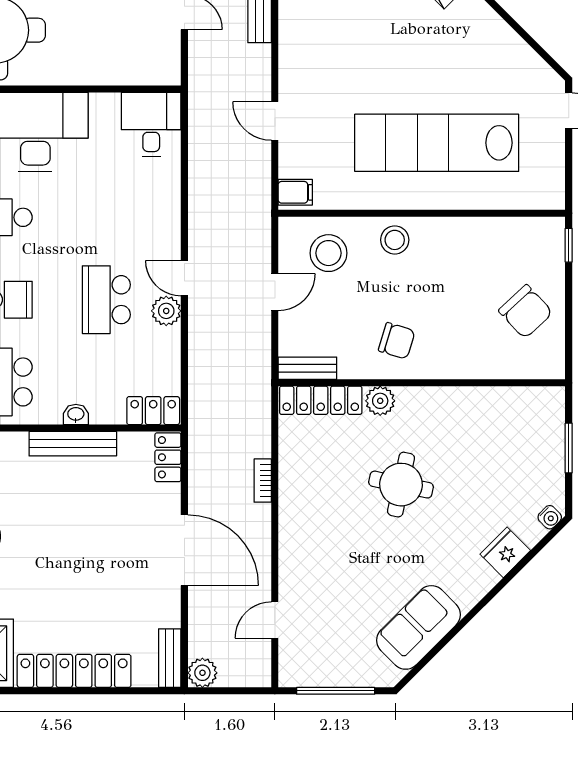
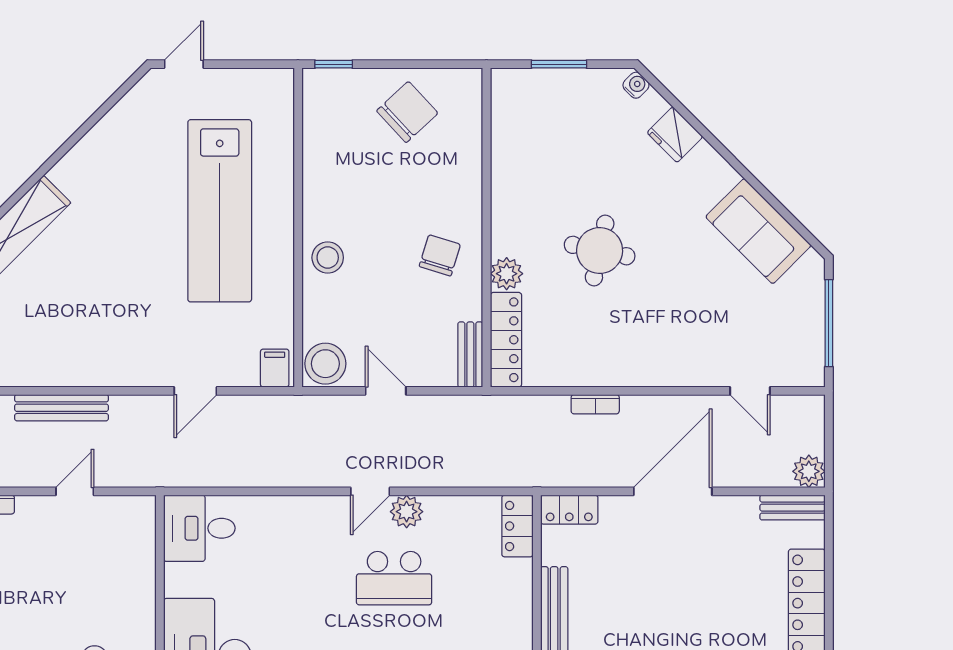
stool: (329, 253) -> (325, 364), moved
washbasin: (76, 414) -> (522, 612), removed

